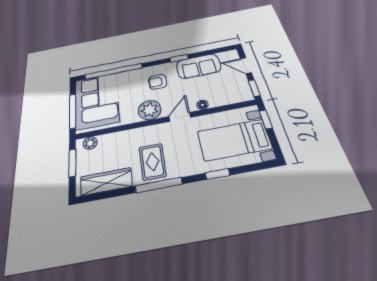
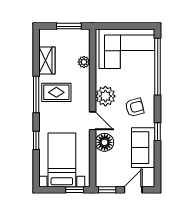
armchair: (158, 82) -> (135, 107), turned 76
floor lamp: (203, 105) -> (105, 142), width x1.89, depth x1.89
window: (73, 111) -> (120, 26), removed
plant: (90, 143) -> (84, 62), moved
wardrobe: (106, 182) -> (47, 60), width x0.67

